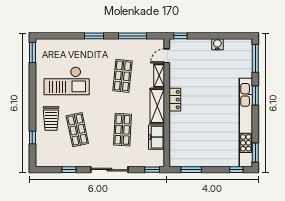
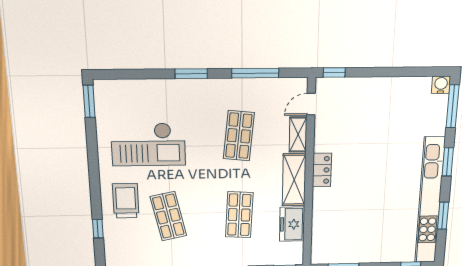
water cooler: (217, 44) -> (441, 85), moved
trolley: (51, 118) -> (126, 201), turned 180
window: (255, 152) -> (443, 216), moved

